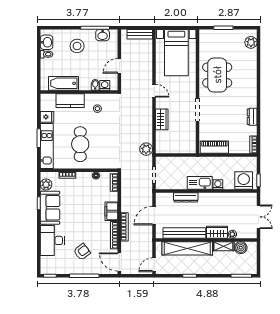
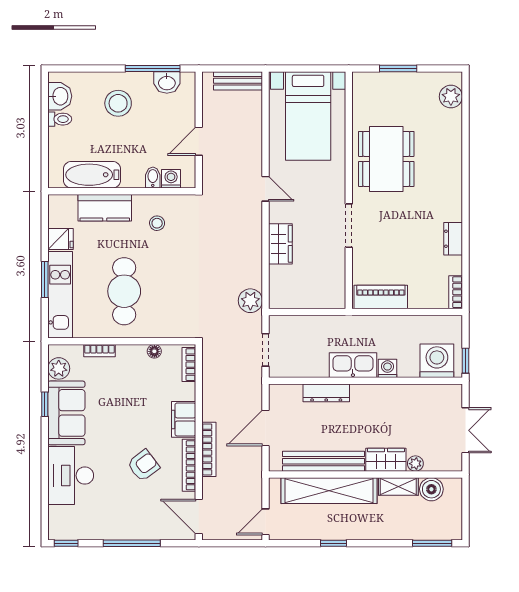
armchair: (82, 252) -> (143, 465), moved

